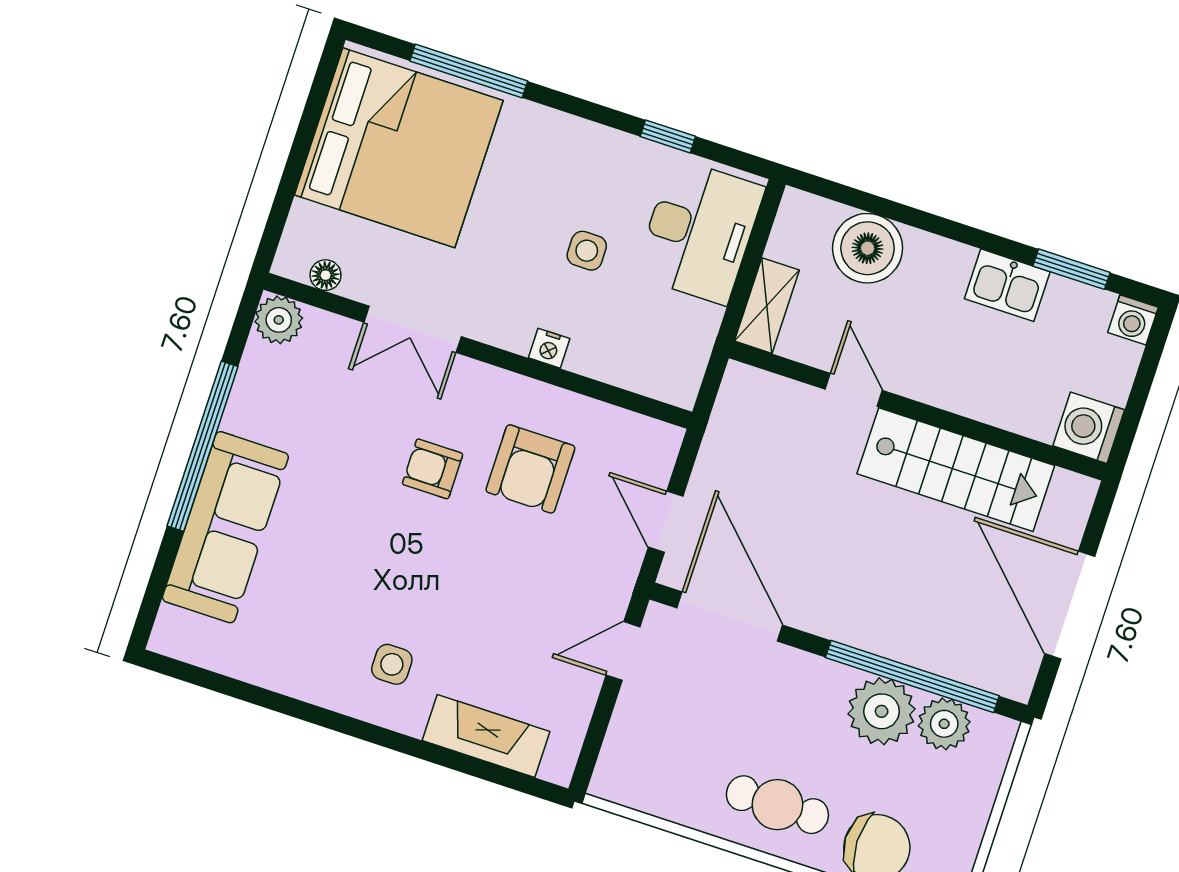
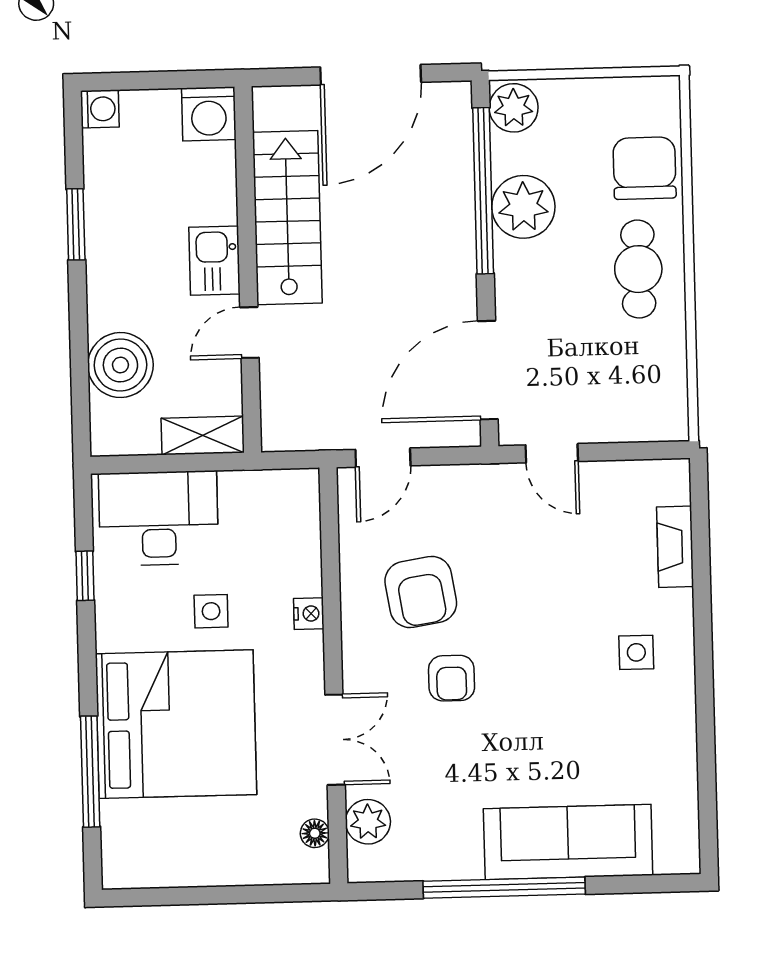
bed: (399, 148) -> (176, 724), moved, turned 90
window: (1071, 269) -> (76, 224), moved
kitchen sink: (1007, 285) -> (215, 261), moved, turned 180
plant: (279, 320) -> (368, 822), moved
armchair: (530, 469) -> (421, 592), turned 81
door: (666, 522) -> (383, 458), moved
plant: (944, 724) -> (514, 108), moved
fireplace: (486, 736) -> (675, 547), width x0.73, depth x0.76

